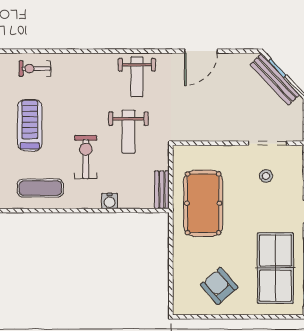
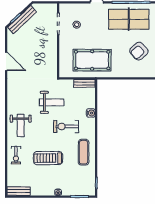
weight bench: (137, 77) -> (21, 125), moved, turned 90

